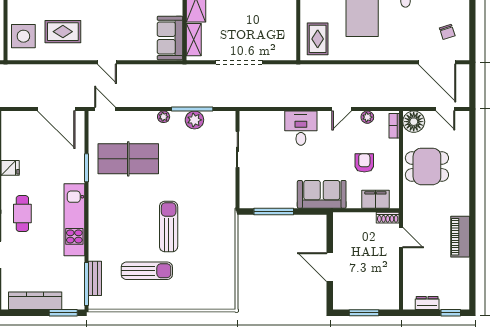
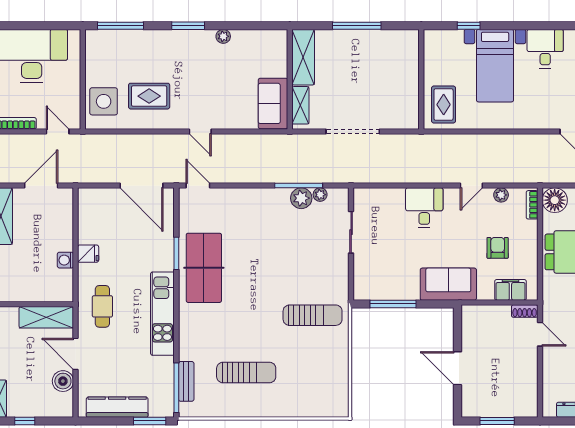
plant: (164, 117) -> (320, 195), moved
table tennis table: (128, 159) -> (204, 268), moved, turned 90
sun lounger: (169, 227) -> (313, 315), moved, turned 90

